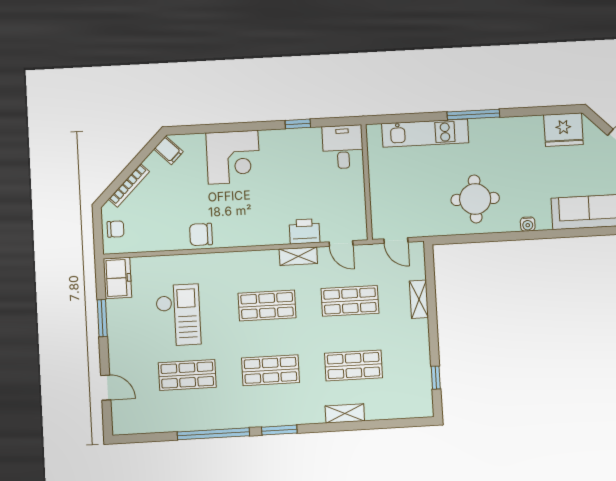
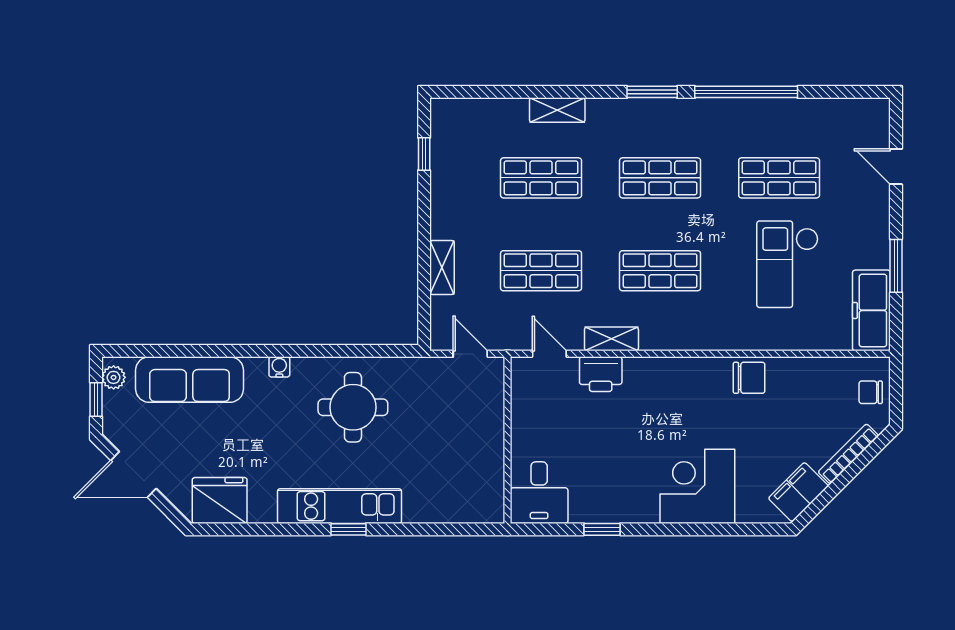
window: (473, 115) -> (348, 529), width x0.46
kitchen unit: (425, 133) -> (340, 506), moved
filing cabinet: (169, 150) -> (798, 492), width x2.00
freezer: (117, 278) -> (871, 310), width x1.40

